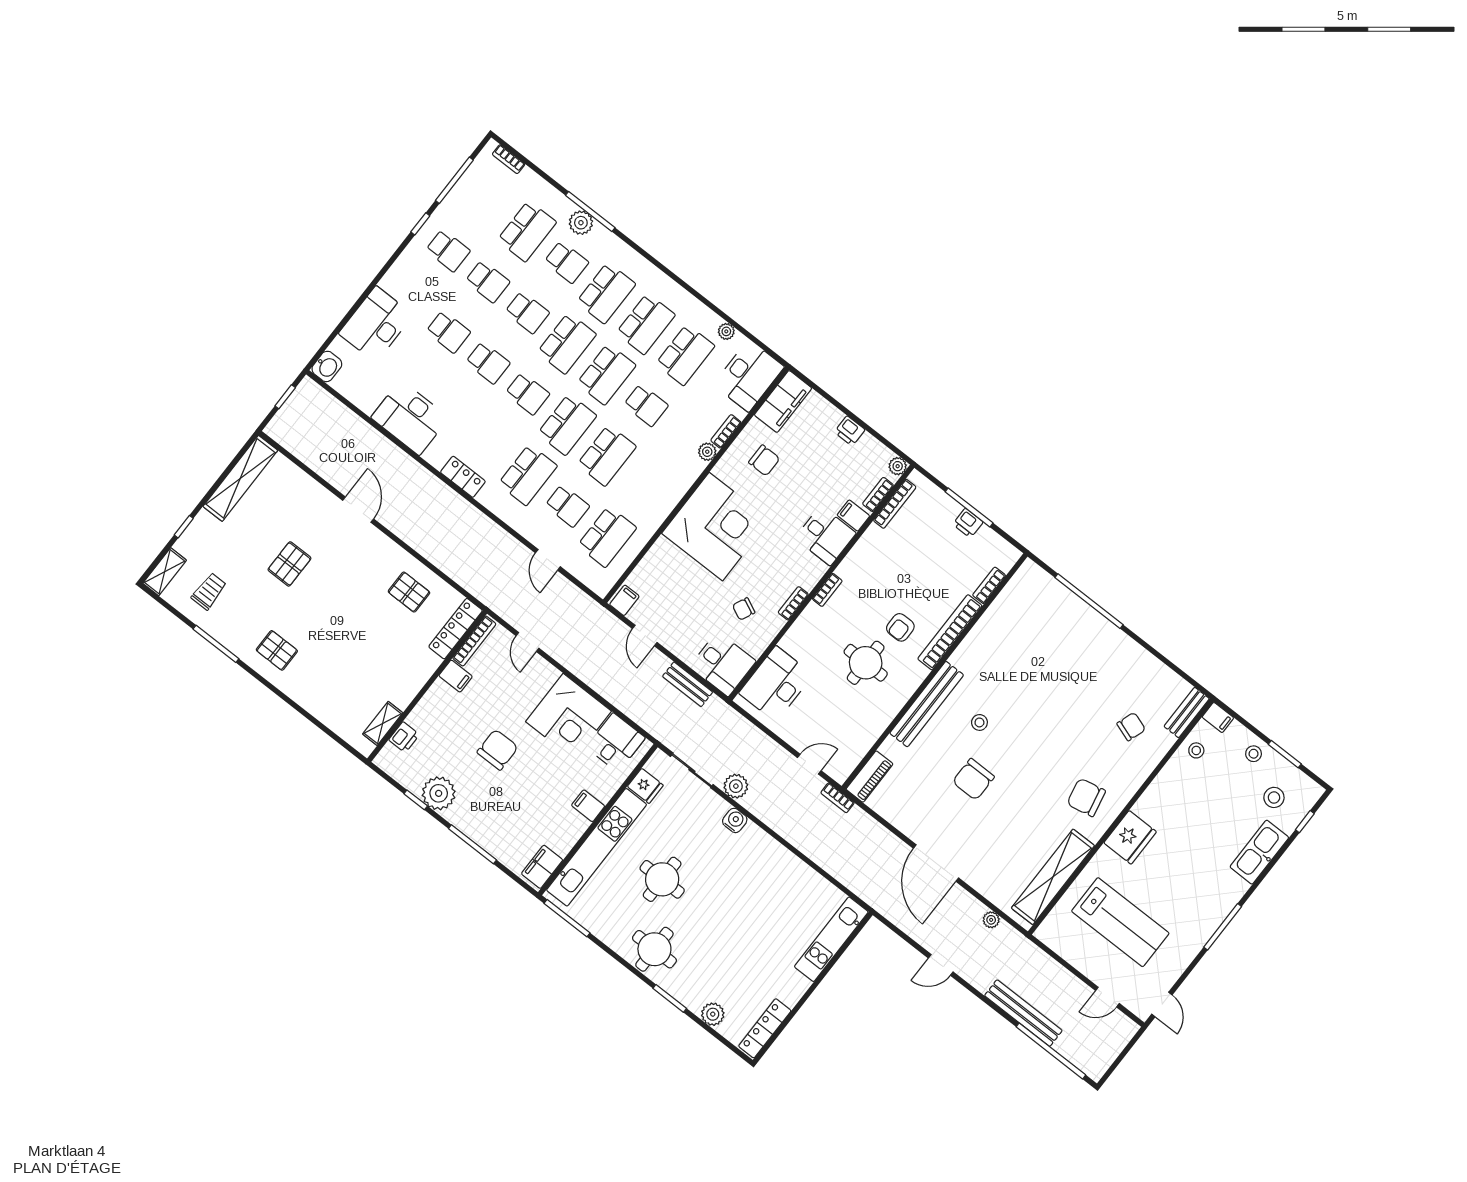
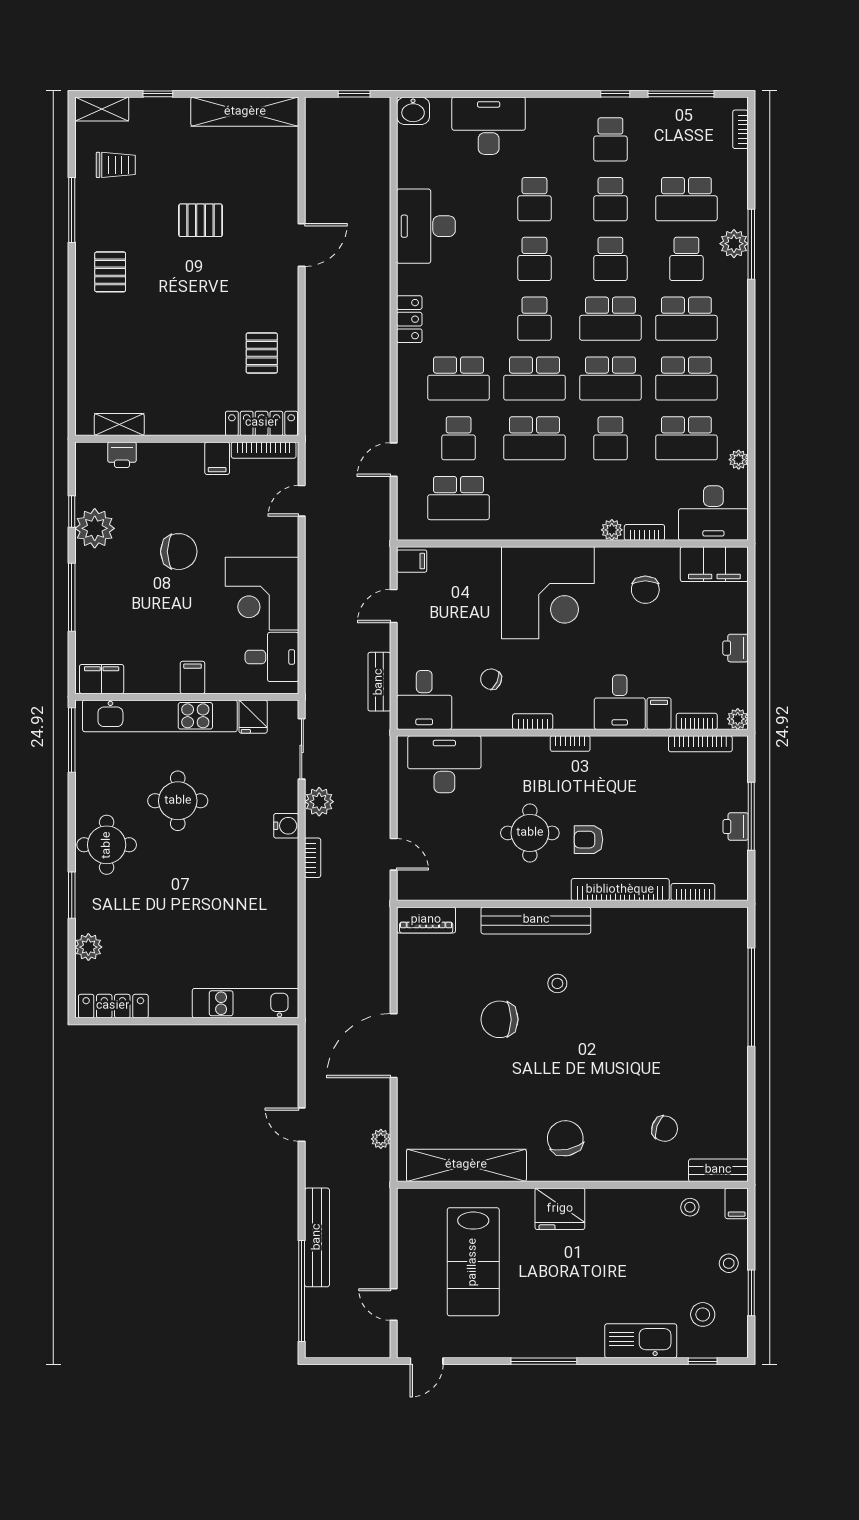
bookcase: (837, 798) -> (313, 858), moved, turned 180

